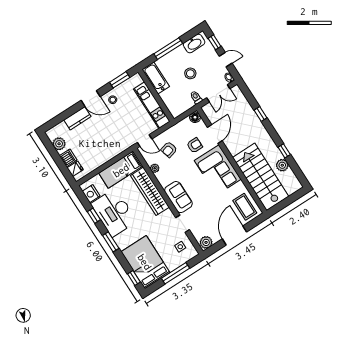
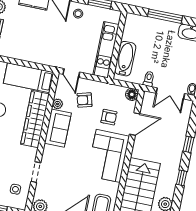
stool: (190, 73) -> (163, 54), removed
bathtub: (156, 78) -> (125, 59), moved
window: (284, 151) -> (182, 178), moved
sofa: (178, 197) -> (58, 128), moved

